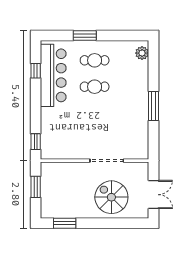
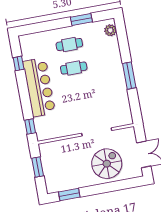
window: (85, 36) -> (81, 20), moved
bar counter: (53, 75) -> (39, 87), moved
spiral stairs: (111, 197) -> (107, 164), turned 90

